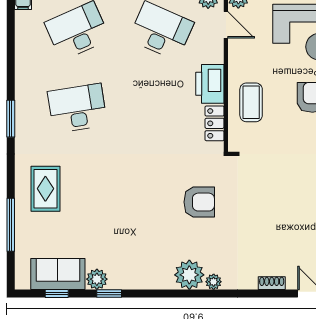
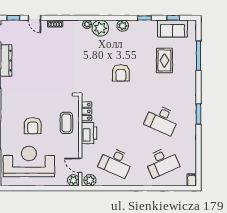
desk: (77, 108) -> (162, 120), turned 33
rug: (45, 189) -> (164, 60), moved
armchair: (199, 202) -> (121, 73), moved, turned -90
plant: (97, 279) -> (123, 26), moved

